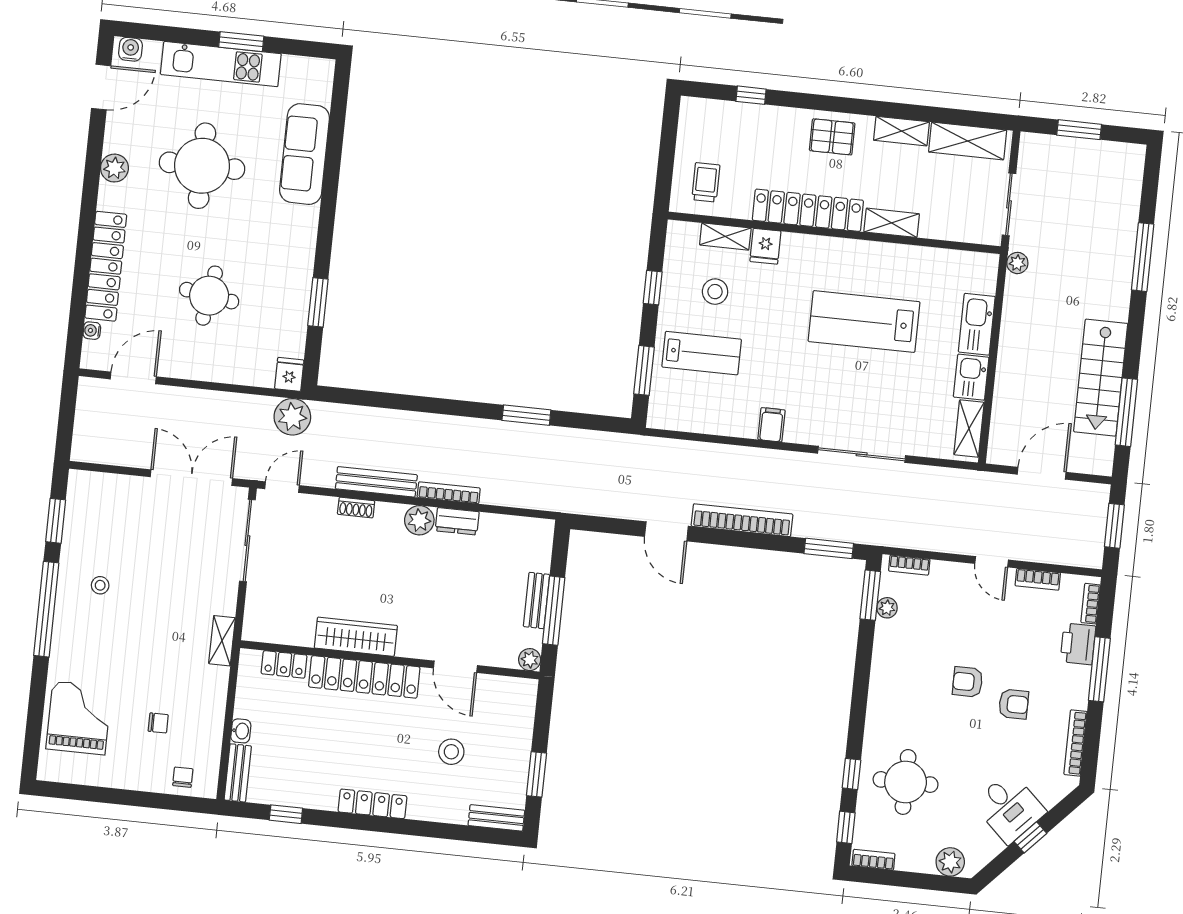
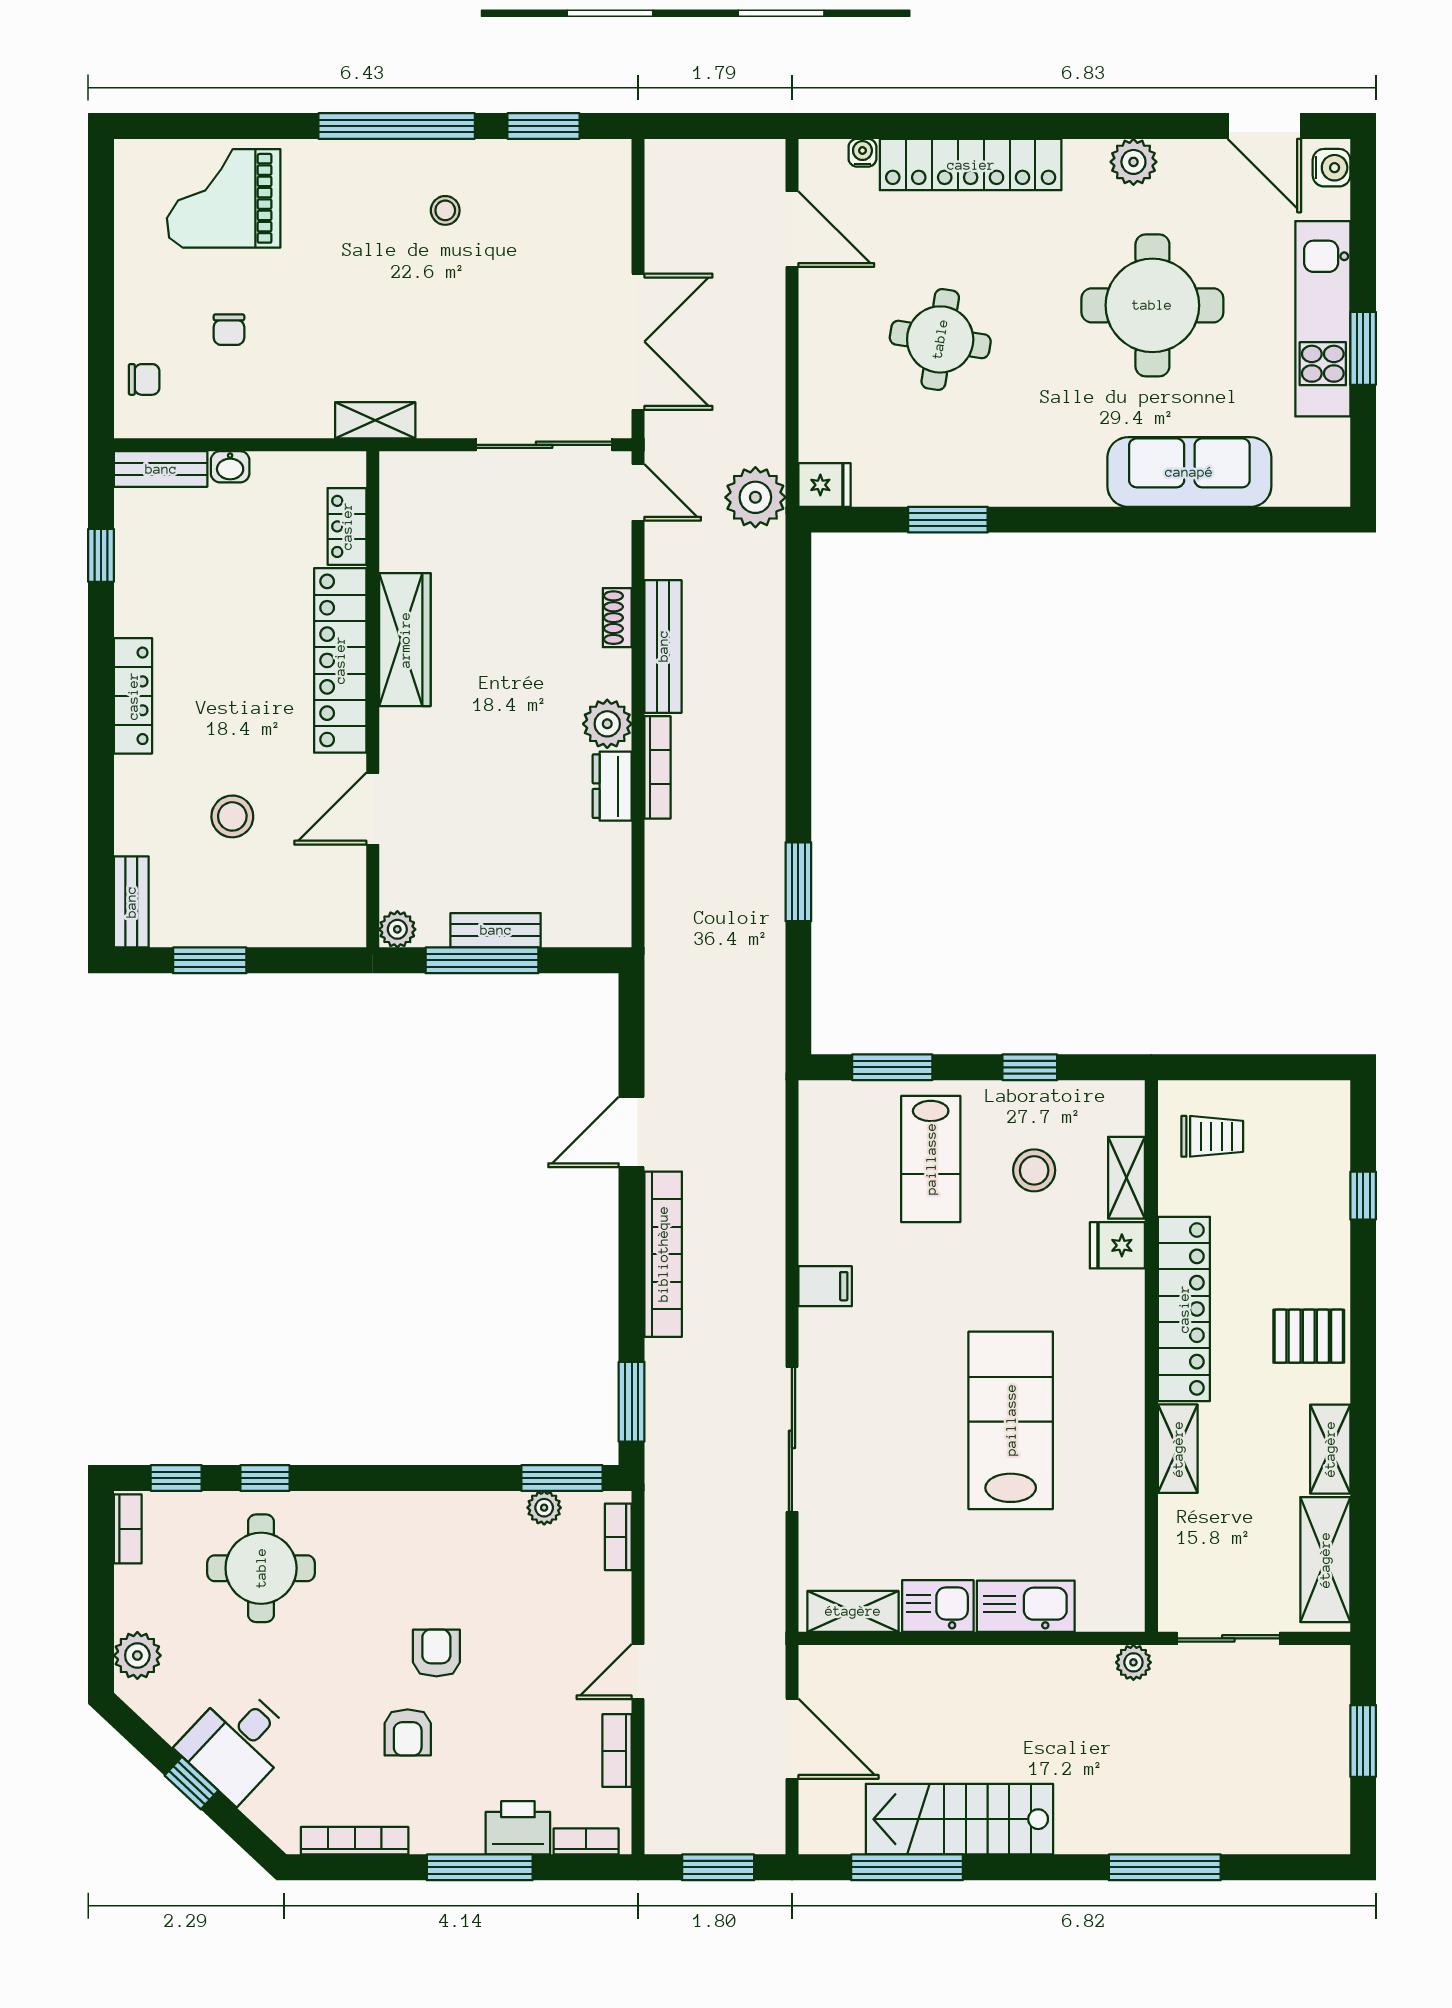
pallet: (832, 137) -> (1309, 1336), turned 90
grand piano: (79, 718) -> (224, 198), turned 180

